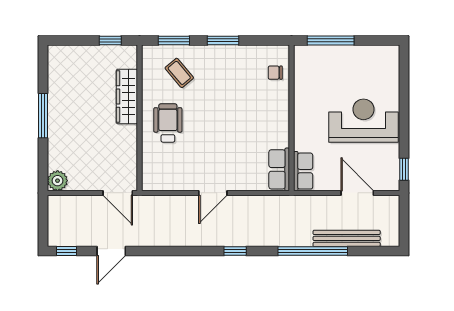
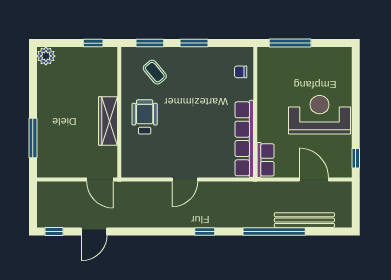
wardrobe: (127, 97) -> (108, 121), moved
window: (43, 116) -> (33, 138), moved
row of seats: (279, 169) -> (244, 139), width x2.02
plant: (58, 181) -> (46, 56), moved

